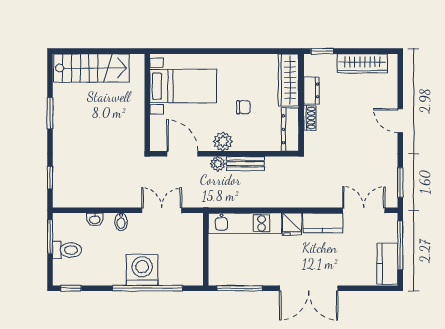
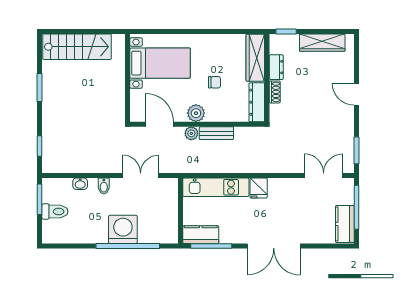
kitchen counter: (323, 223) -> (201, 235), moved, turned 180
window: (71, 288) -> (58, 246), removed

